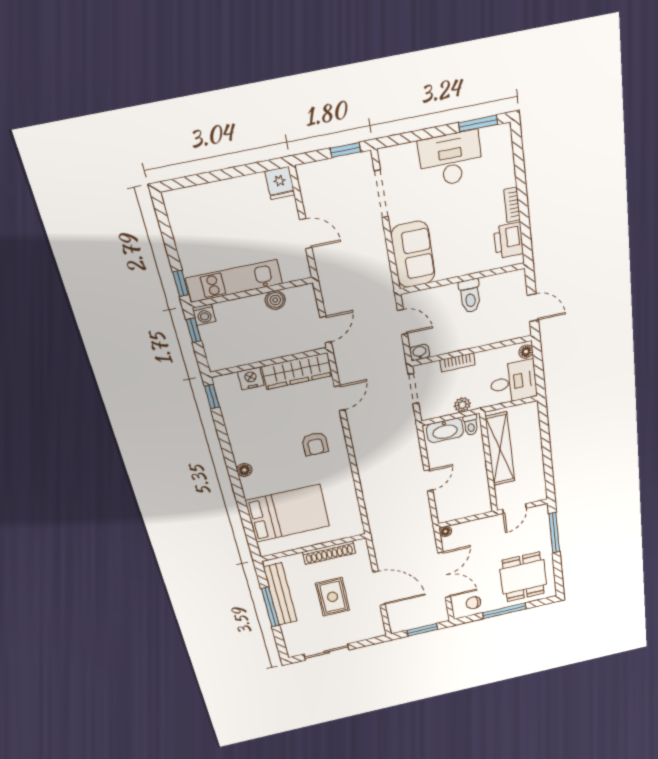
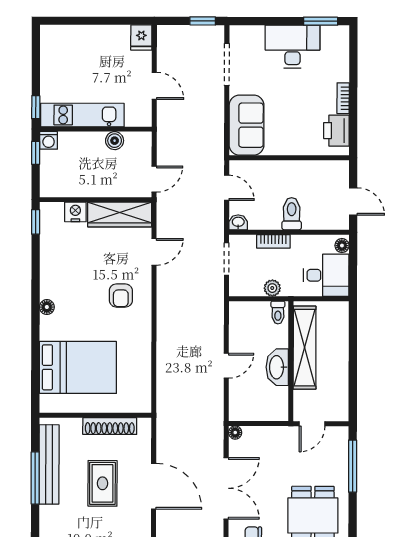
toilet: (470, 296) -> (292, 214), moved, turned 180
washbasin: (445, 430) -> (277, 367), moved, turned 90

